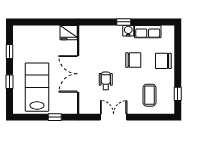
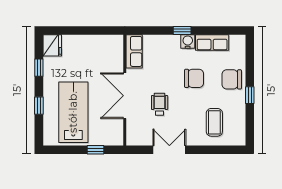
fridge: (69, 33) -> (52, 45), moved, turned -90
row of seats: (86, 39) -> (134, 51), added
window: (178, 94) -> (250, 95), moved

